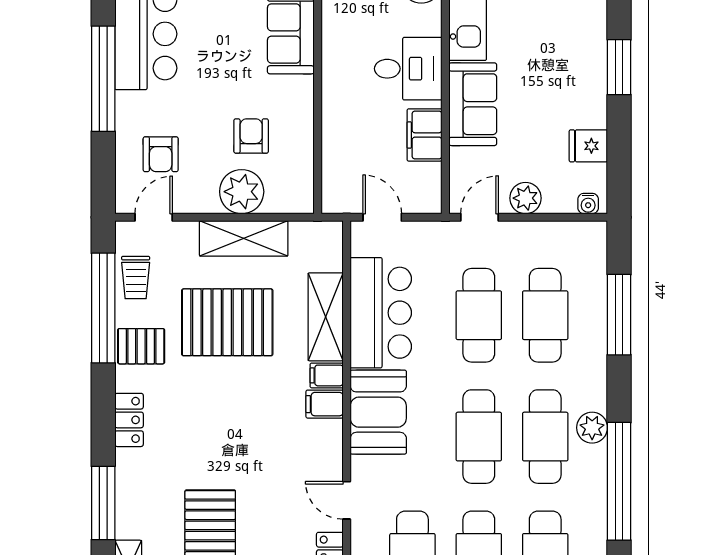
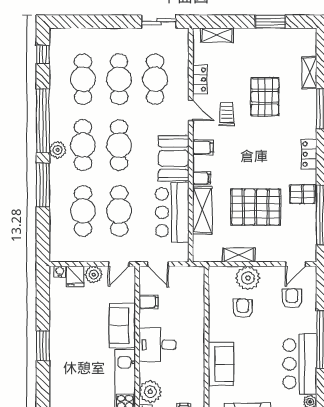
filing cabinet: (425, 135) -> (149, 302), width x0.50
armchair: (251, 136) -> (243, 308), turned 180
fridge: (588, 146) -> (75, 276), moved, turned 90
door: (382, 217) -> (158, 264), moved
shelving: (244, 238) -> (239, 255), width x0.67, depth x0.75
trolley: (136, 278) -> (227, 114), moved
window: (619, 315) -> (43, 185), moved
filing cabinet: (325, 404) -> (203, 147), moved

